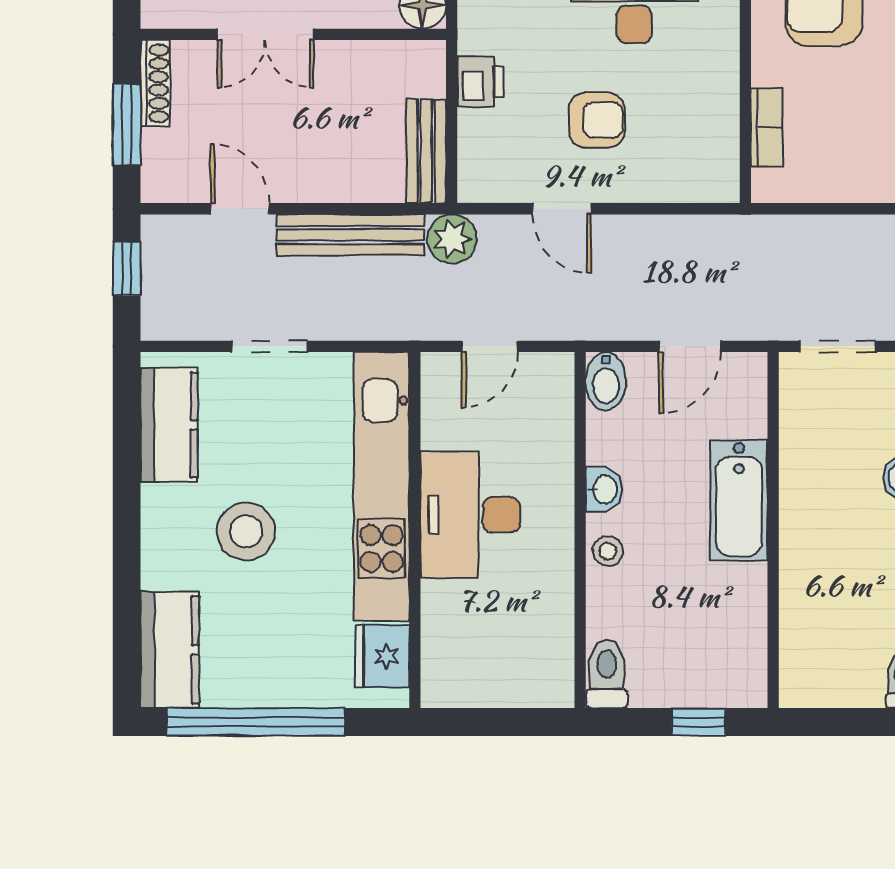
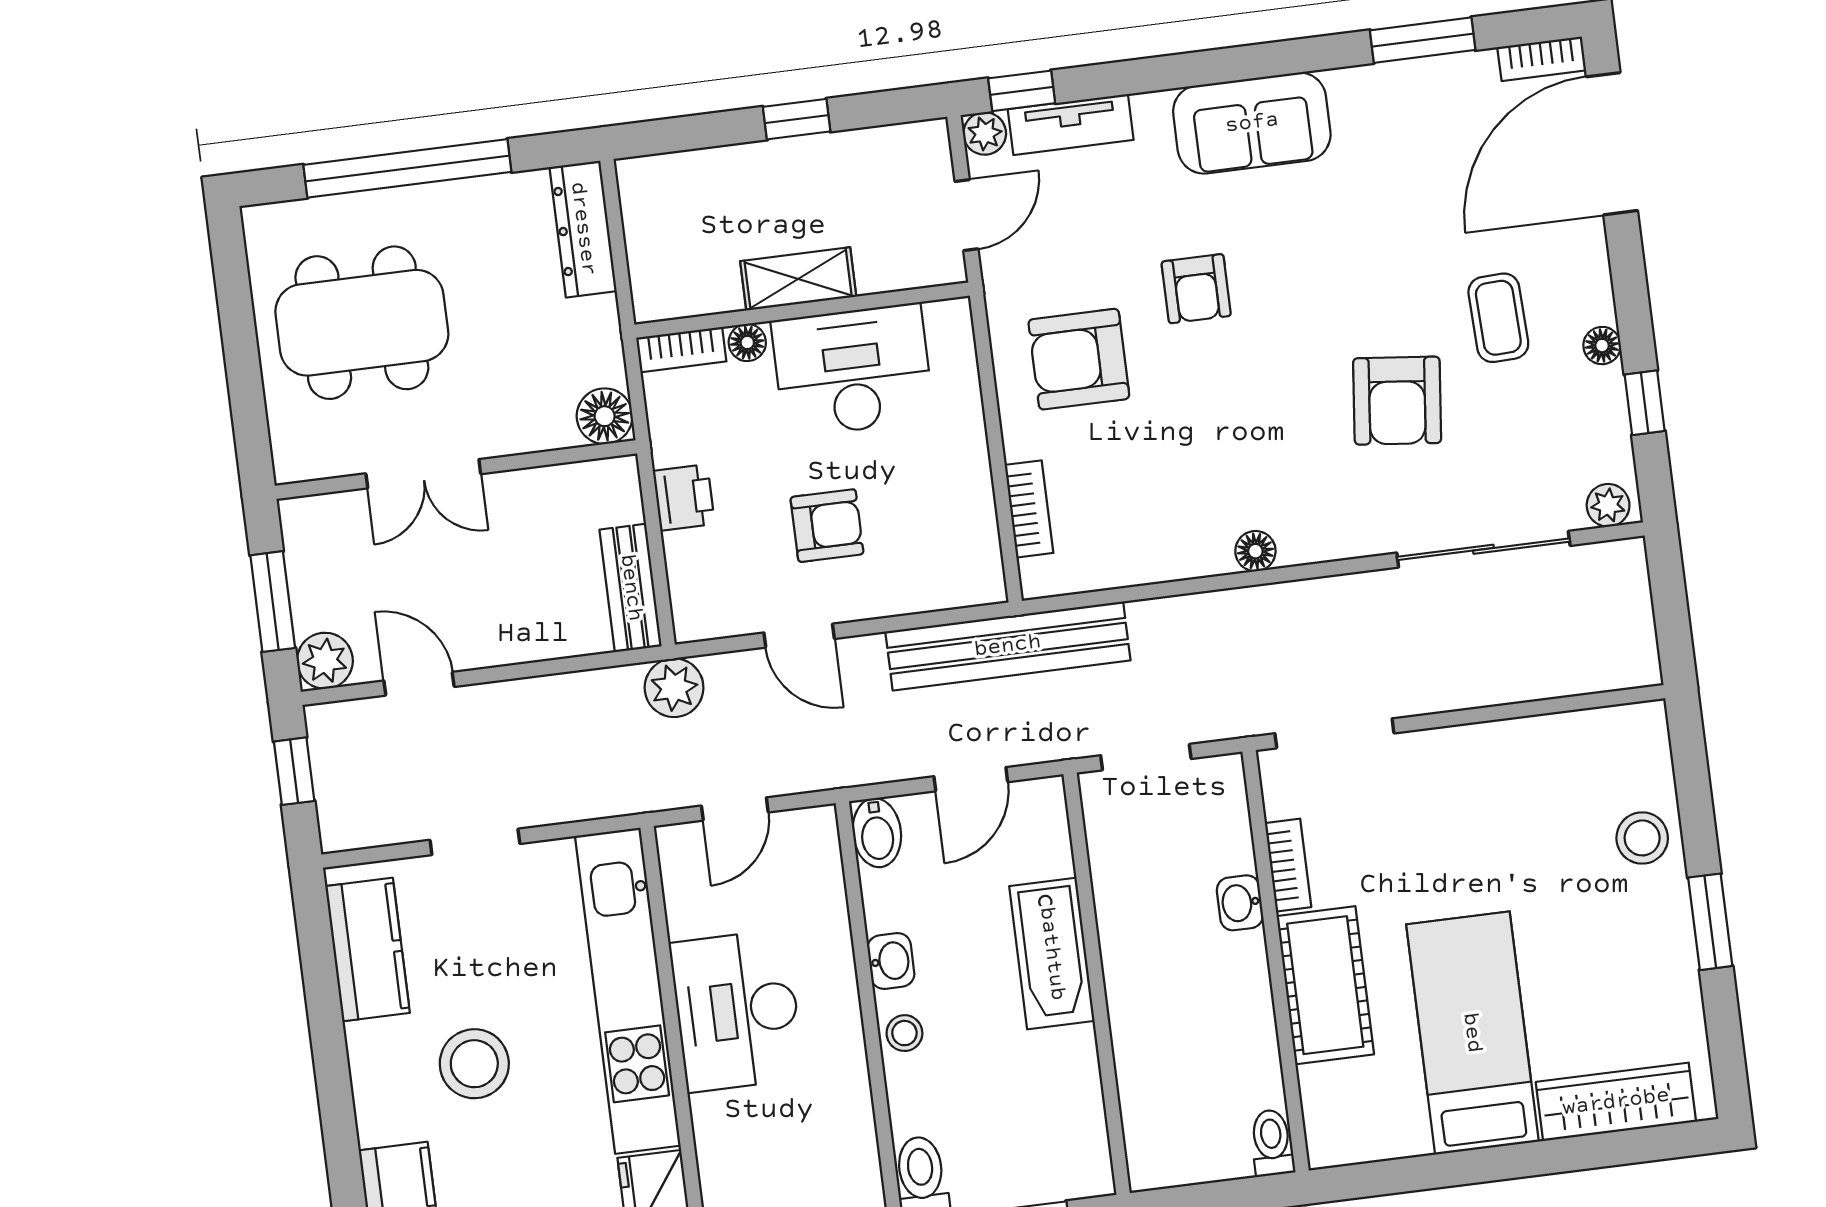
shoe rack: (155, 83) -> (300, 548), removed
plant: (164, 180) -> (325, 661), added
bench: (350, 235) -> (1008, 646), moved, width x1.37, depth x1.21

